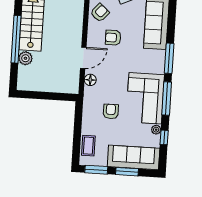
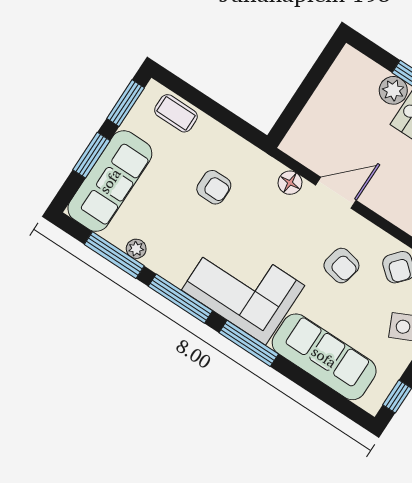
armchair: (113, 38) -> (341, 266), turned 102
door: (83, 58) -> (336, 193), swing flipped
corner sofa: (145, 98) -> (243, 288), moved
window: (164, 137) -> (114, 255), width x2.17

